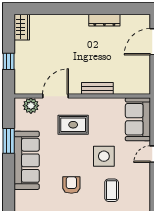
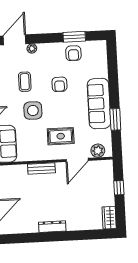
dresser: (104, 20) -> (52, 227), moved

